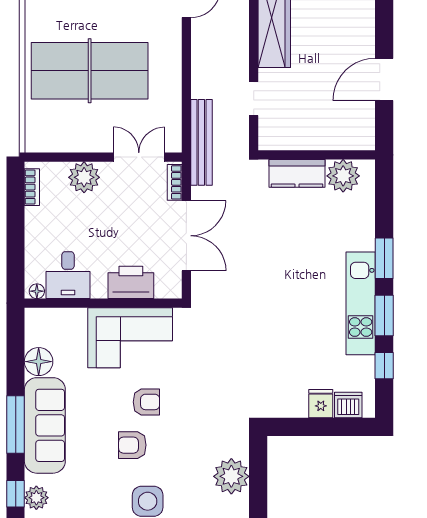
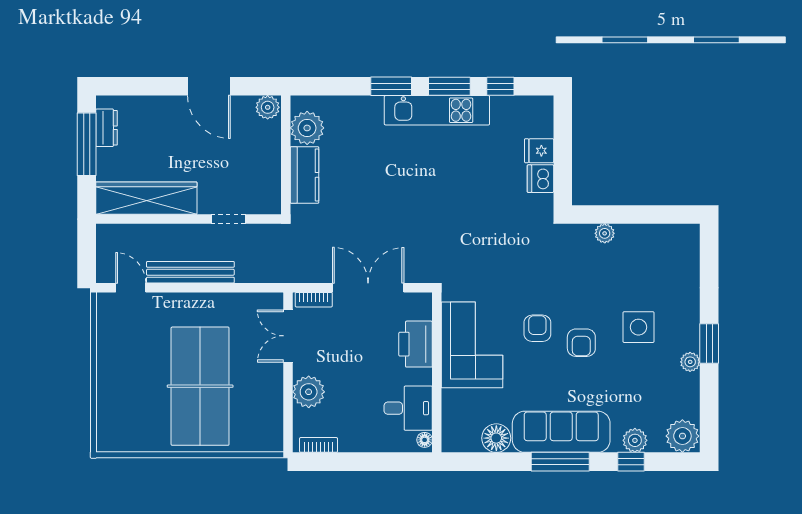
plant: (363, 137) -> (268, 107), added
bench: (201, 142) -> (190, 272), moved
dishwasher: (348, 405) -> (540, 179), moved
plant: (231, 476) -> (605, 233), width x0.53, depth x0.53

